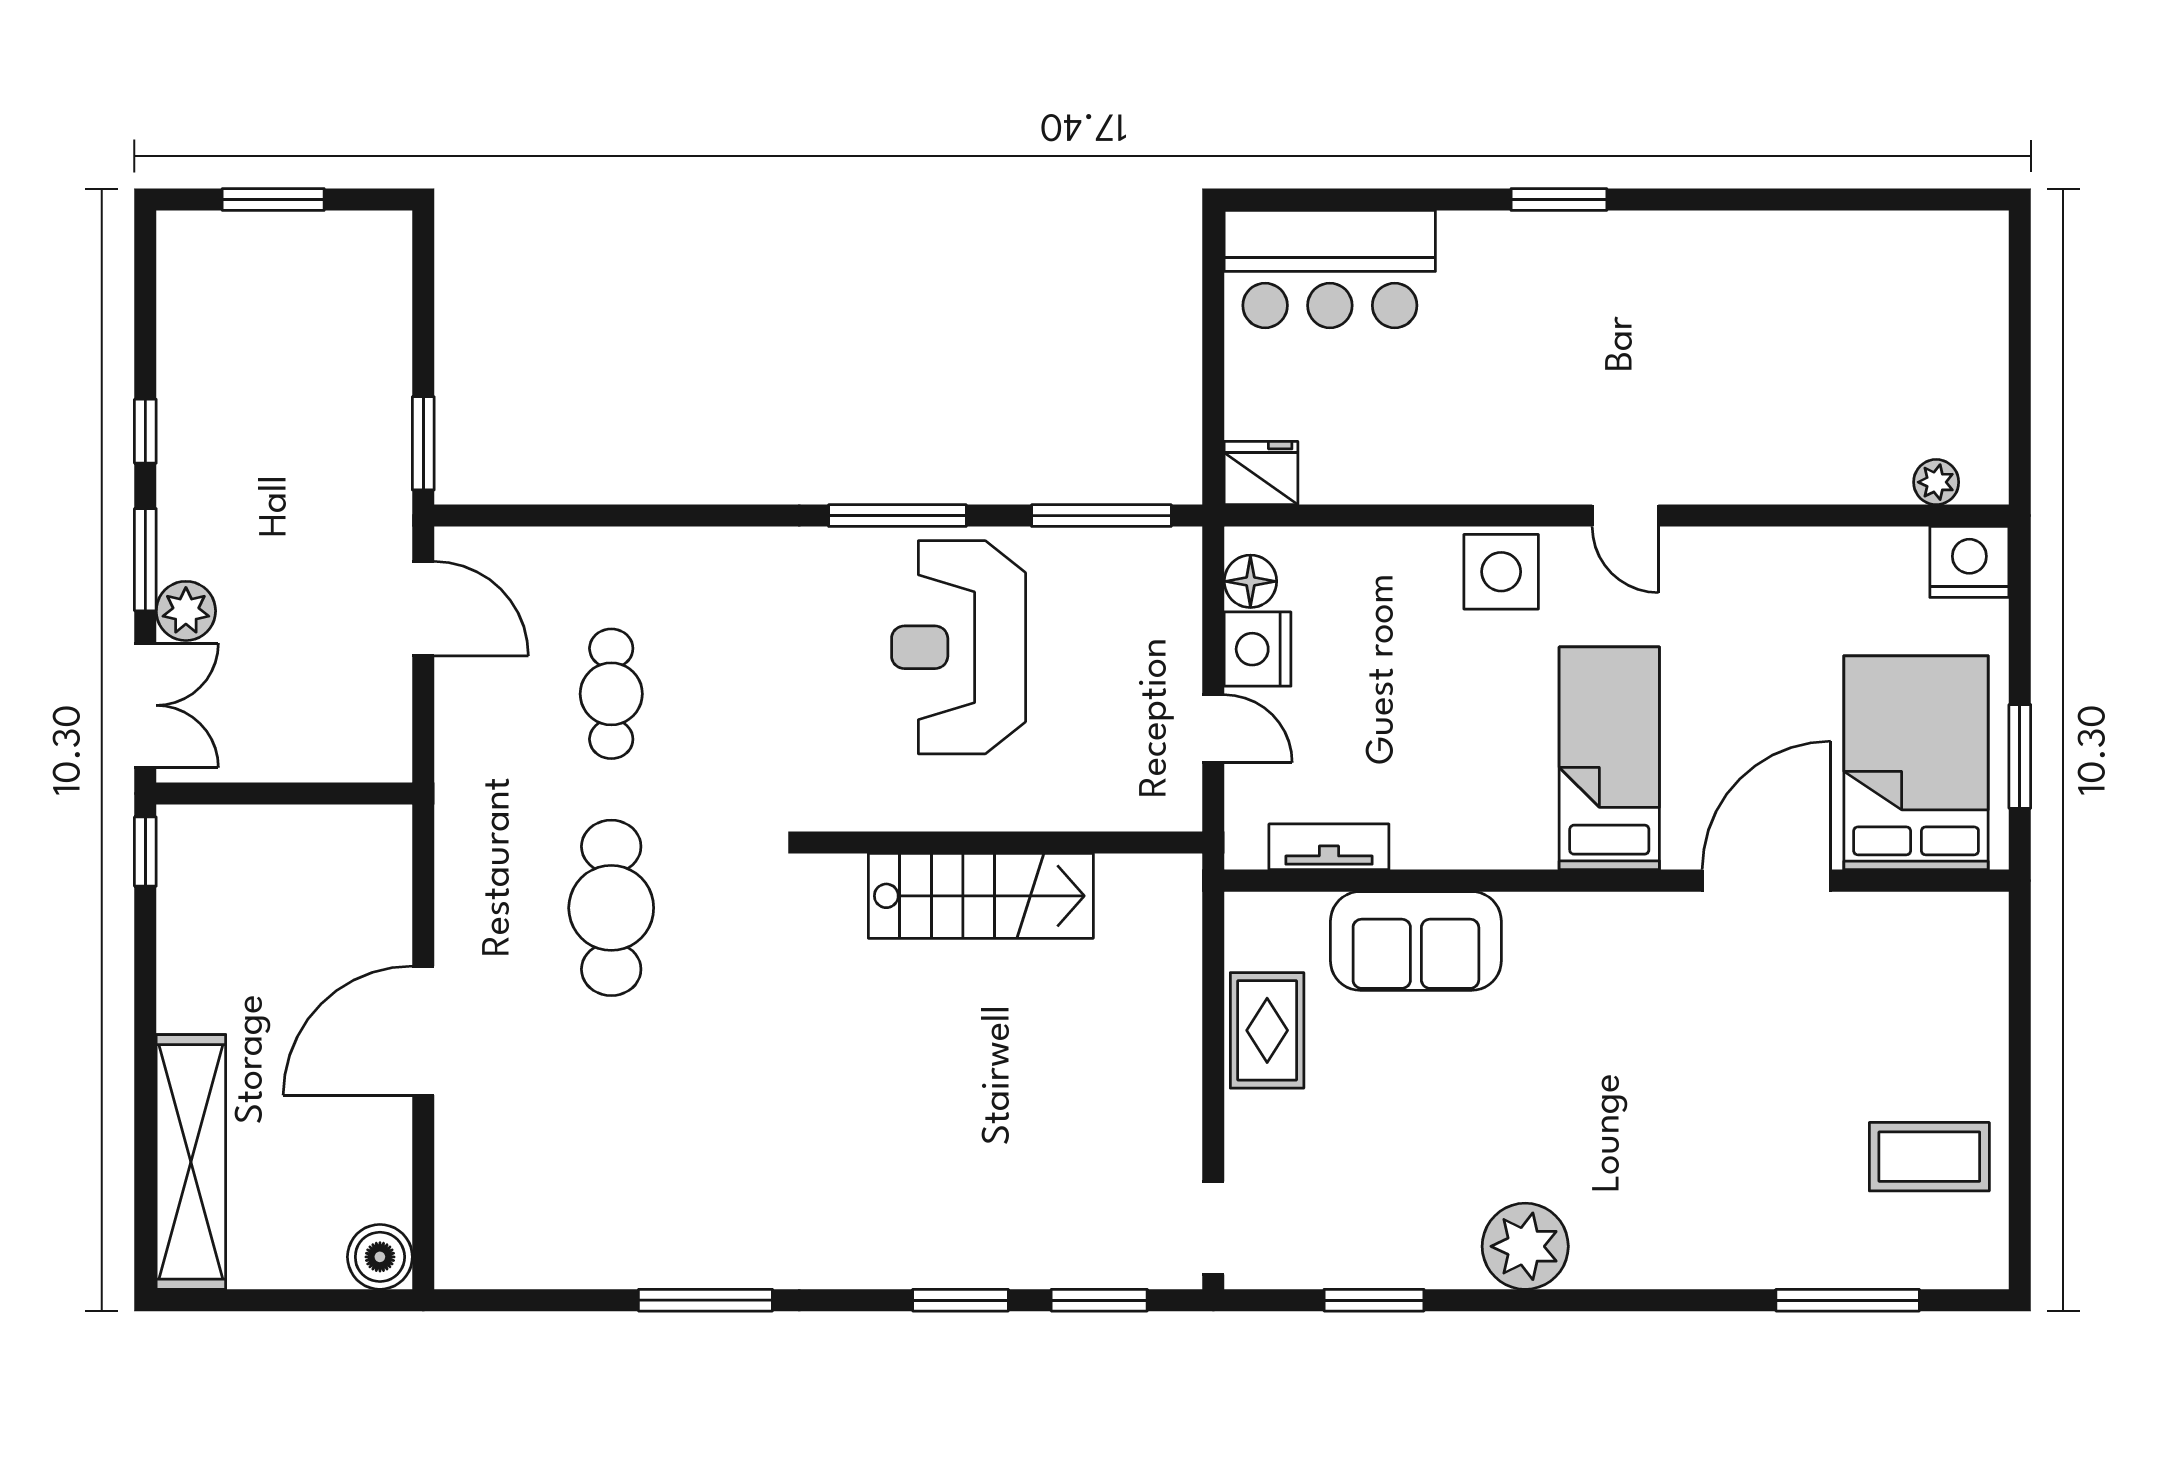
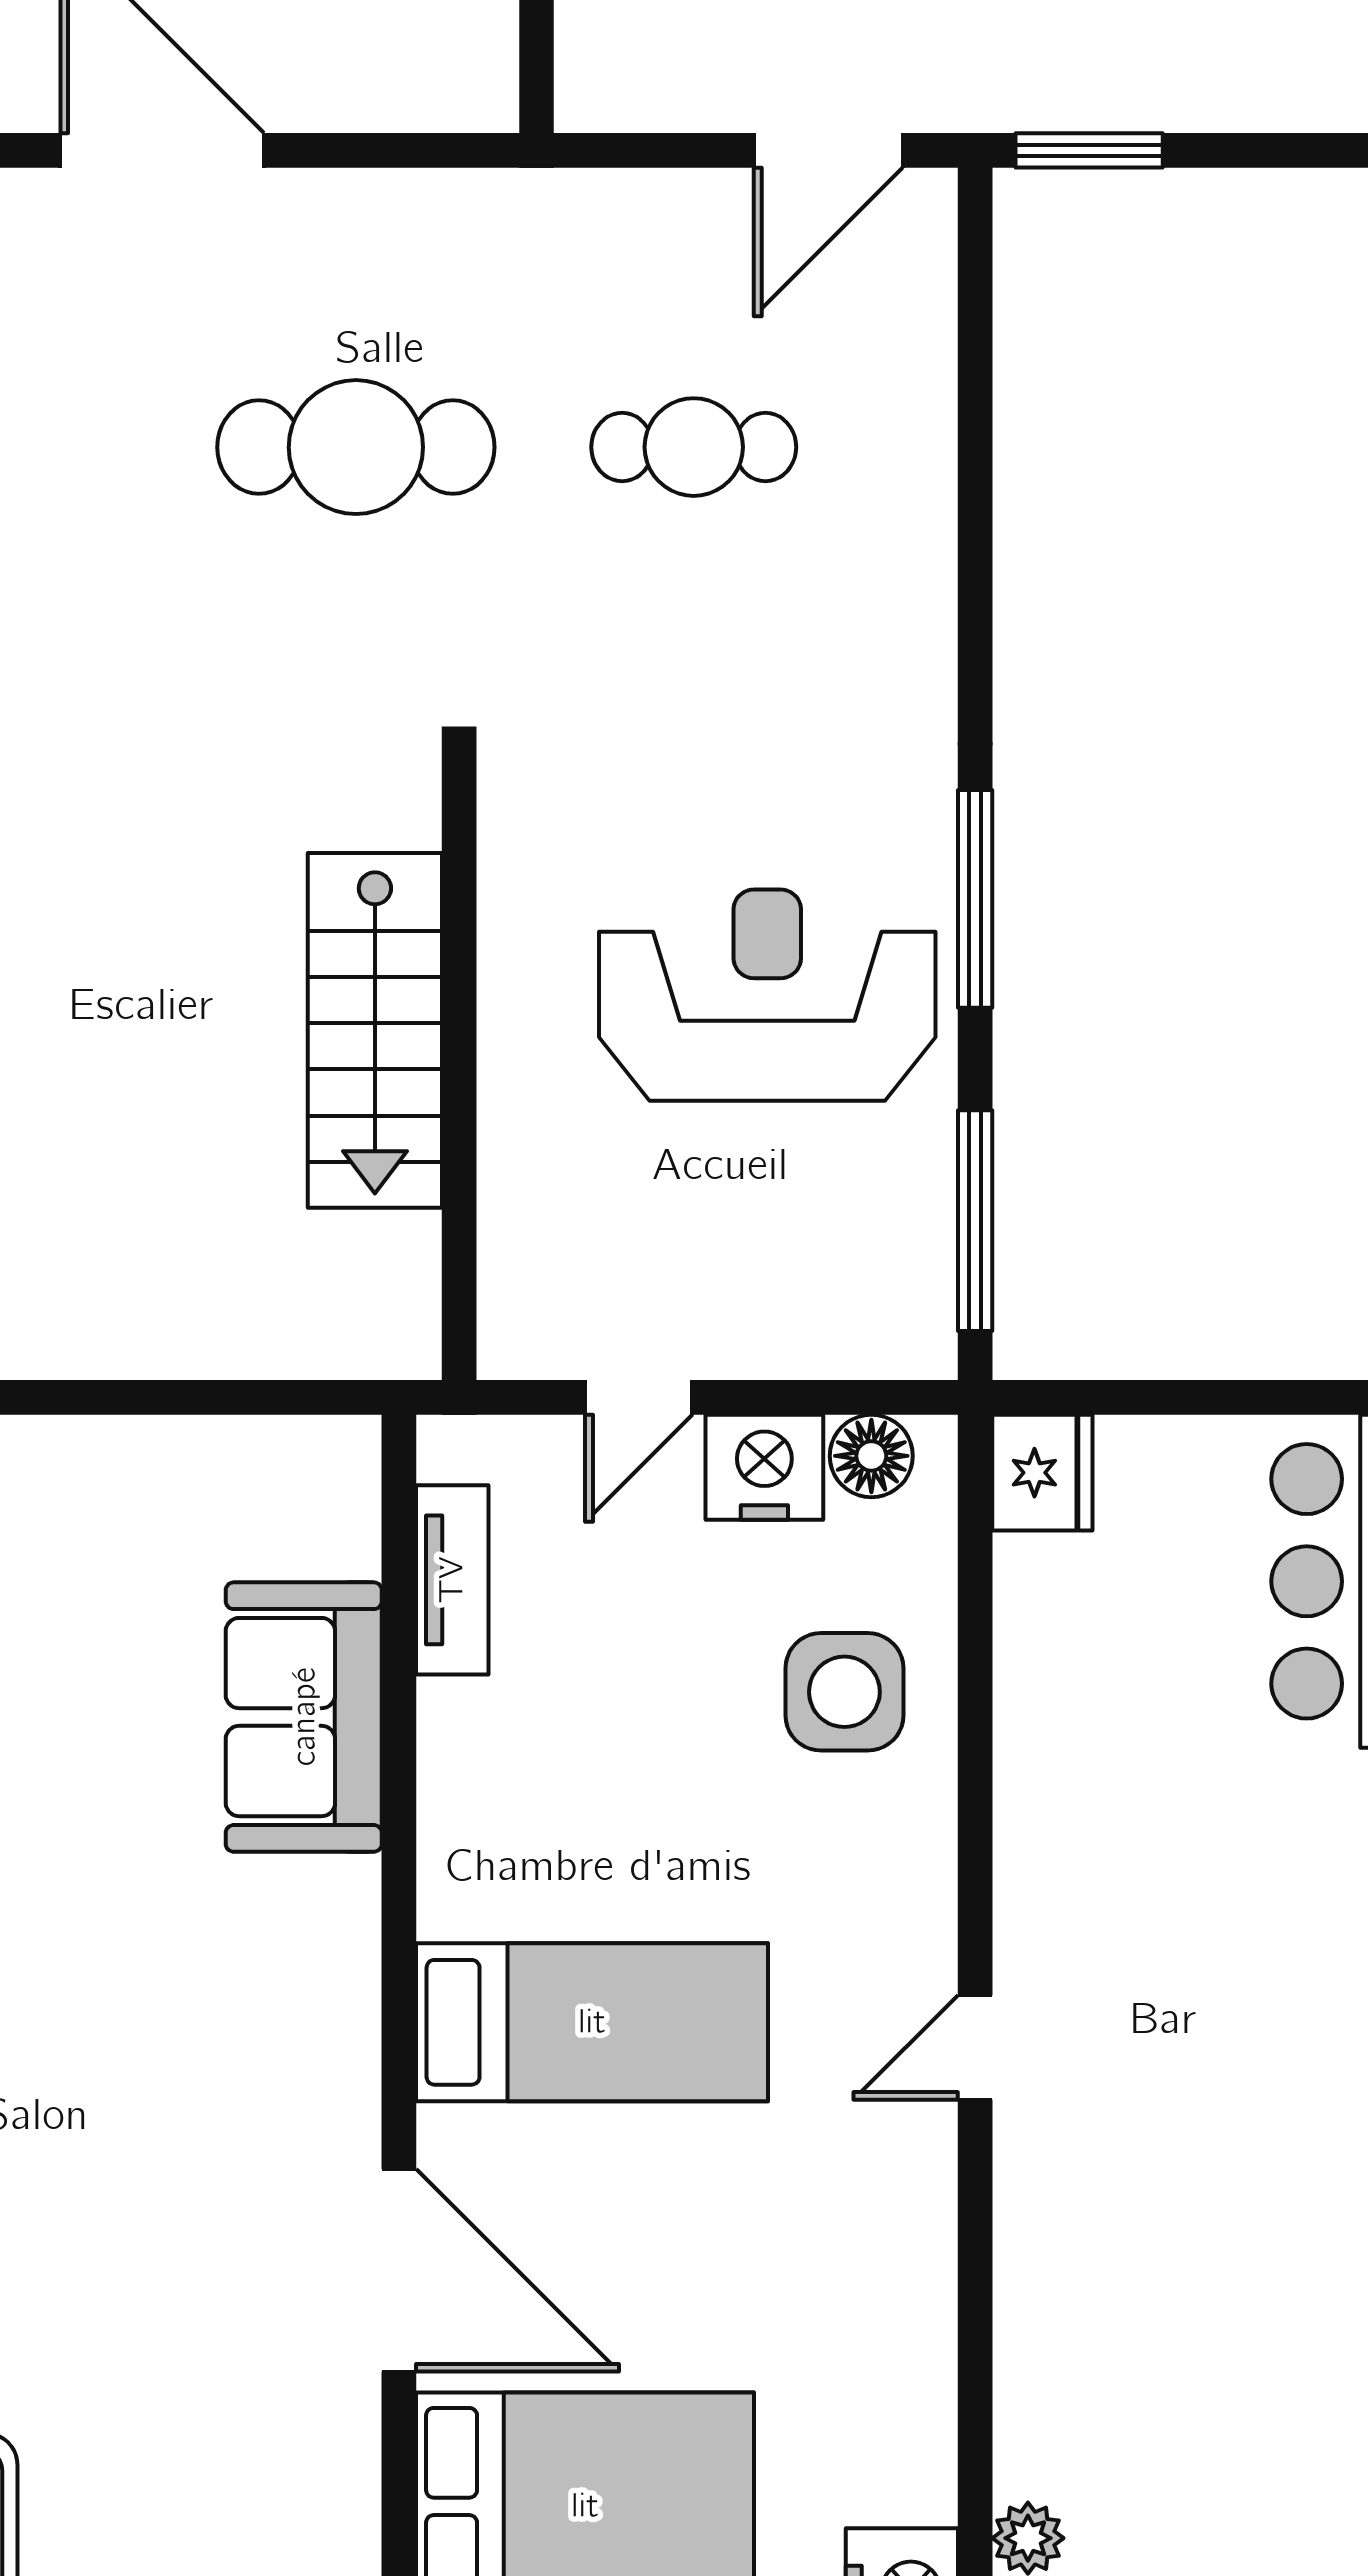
side table: (1501, 572) -> (844, 1692), moved
rug: (1267, 1030) -> (163, 1482), removed

